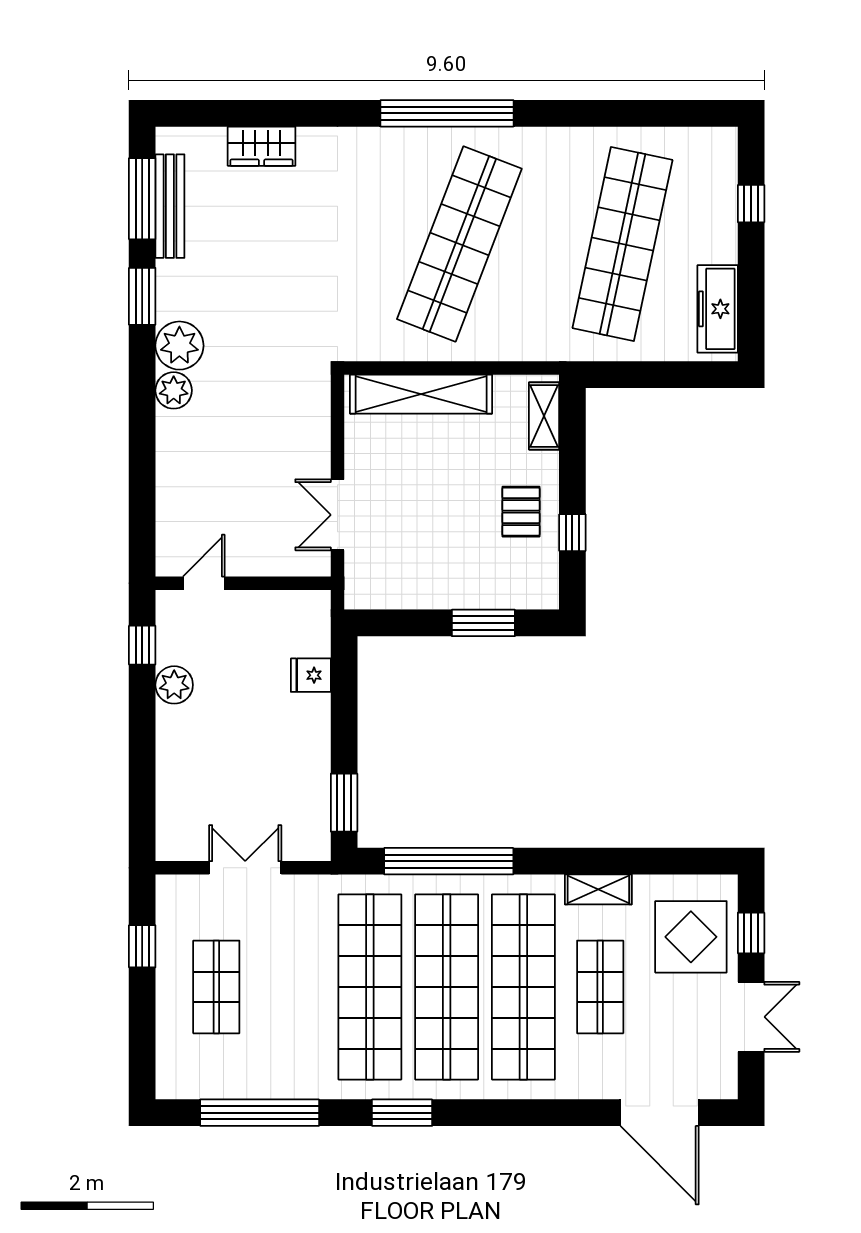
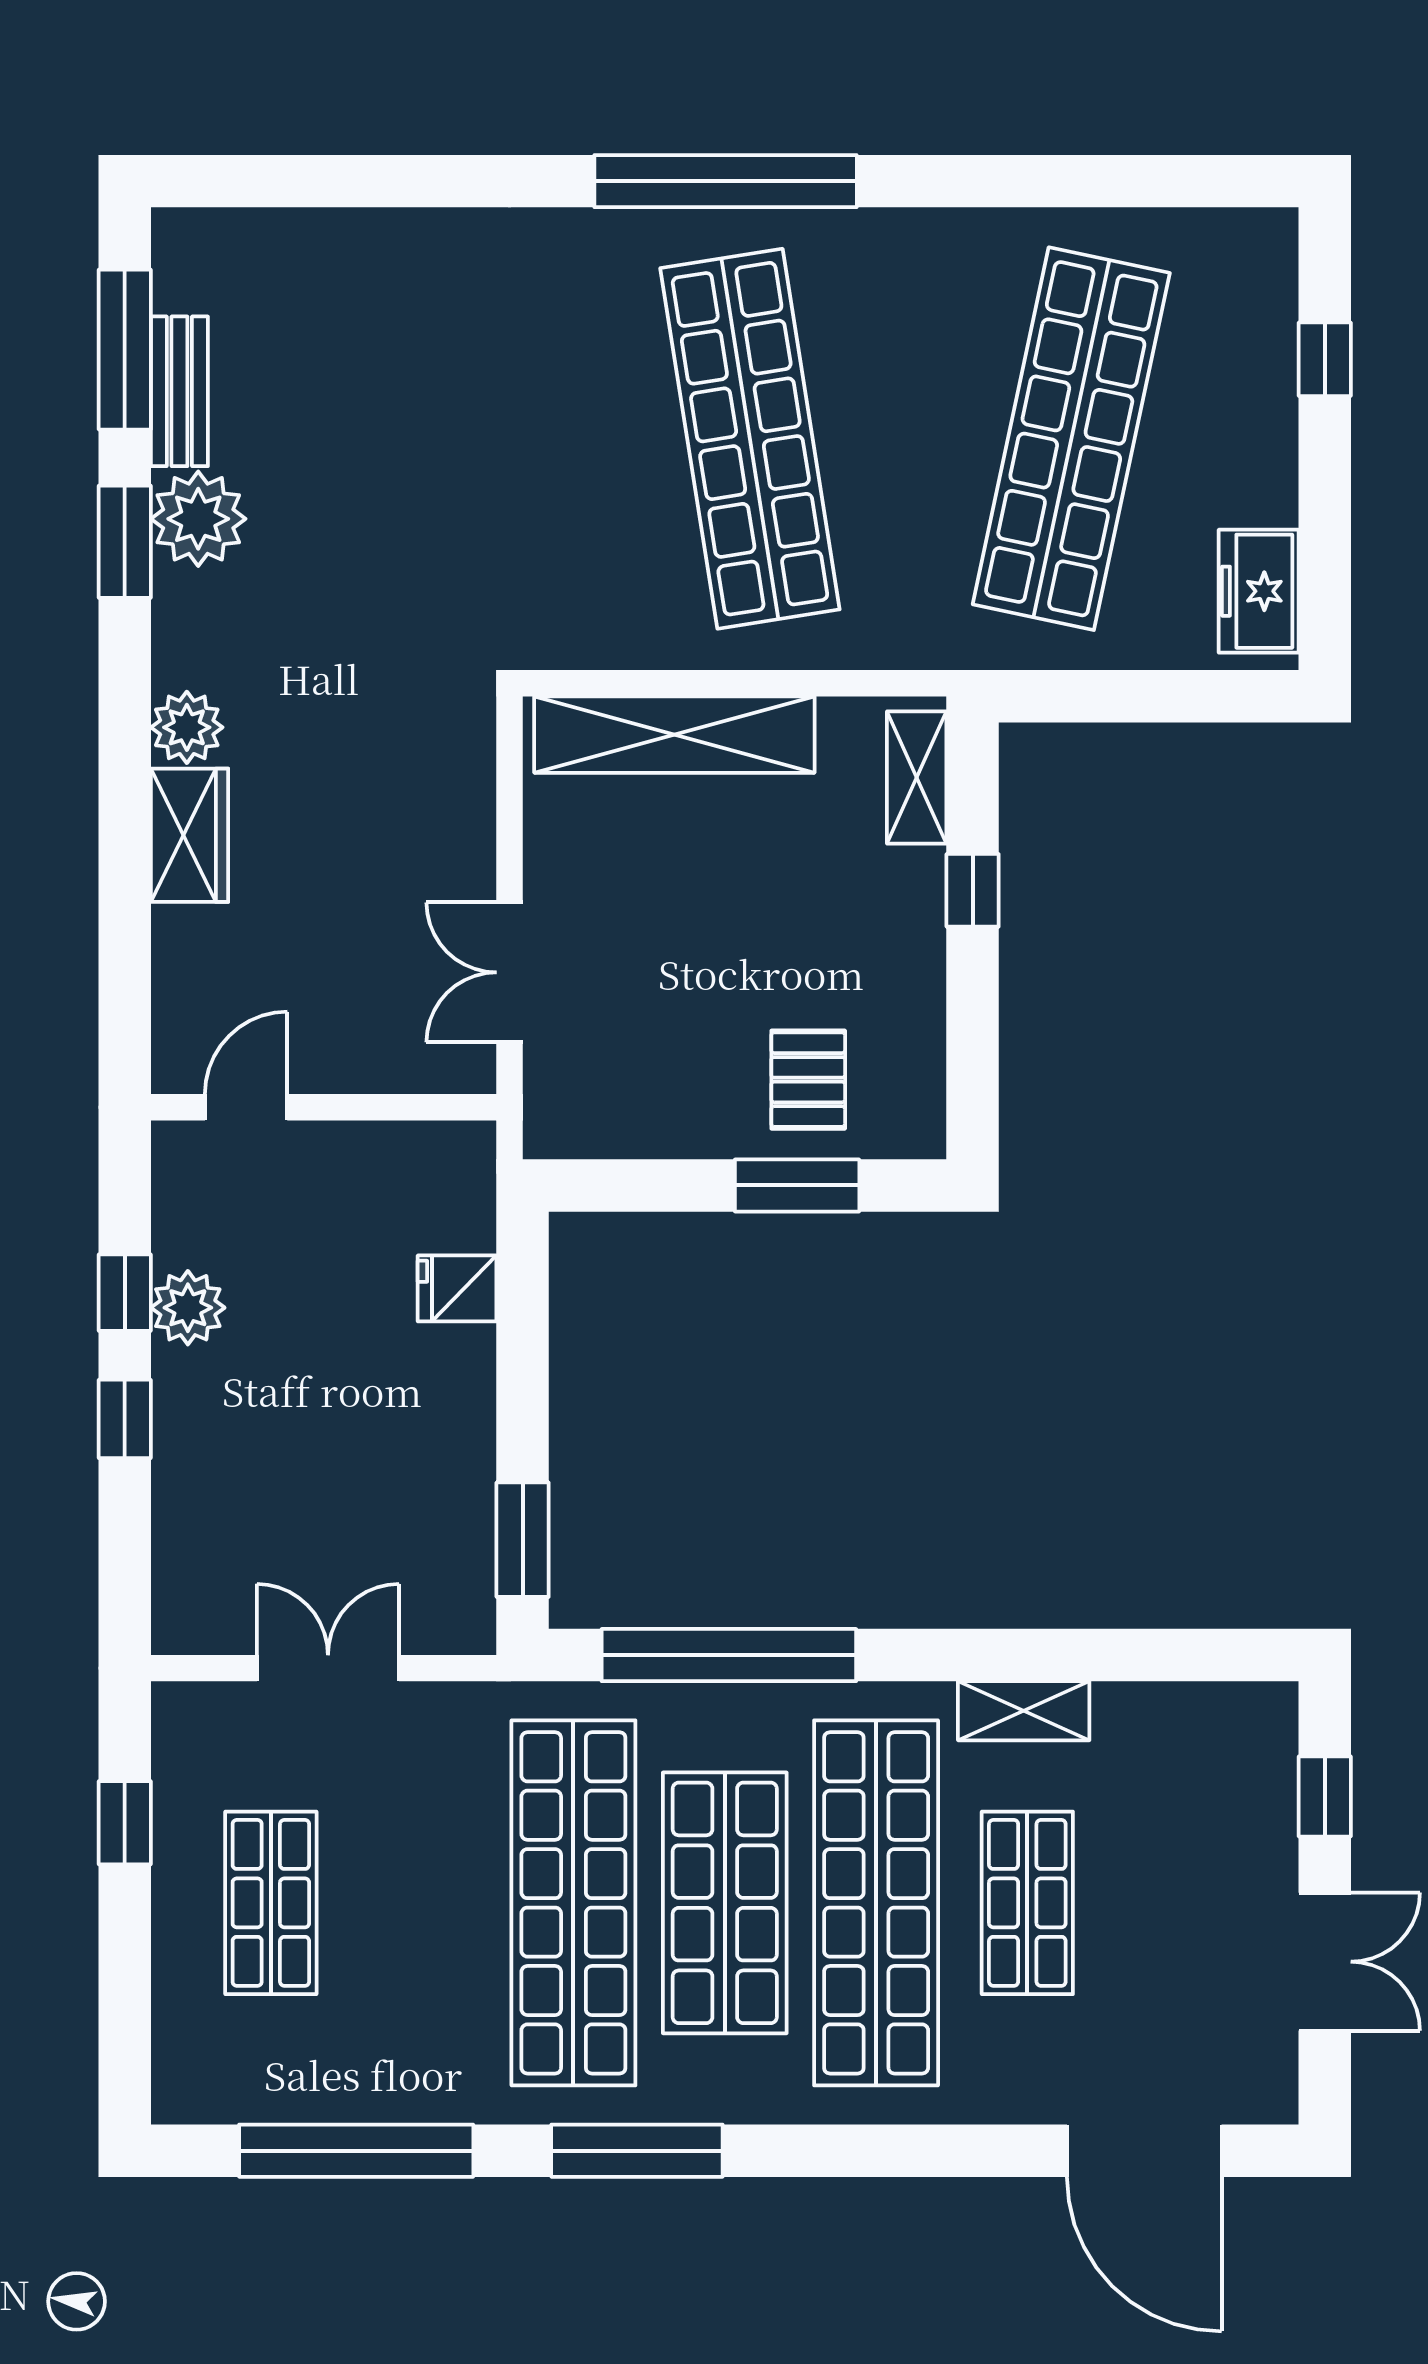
wardrobe: (262, 146) -> (190, 835), moved, turned -90
bench: (170, 206) -> (179, 391), width x0.73
shop shelf: (459, 244) -> (750, 439), turned -30
freezer: (718, 309) -> (1259, 591), width x0.71
plant: (179, 346) -> (198, 519), moved
pallet: (521, 512) -> (808, 1080), moved
window: (572, 533) -> (973, 890), moved
window: (142, 645) -> (125, 1293), moved
window: (142, 741) -> (125, 1419), added
display table: (691, 937) -> (1206, 1804), removed
shop shelf: (447, 987) -> (725, 1903), width x0.71
window: (402, 1113) -> (637, 2151), width x1.44

